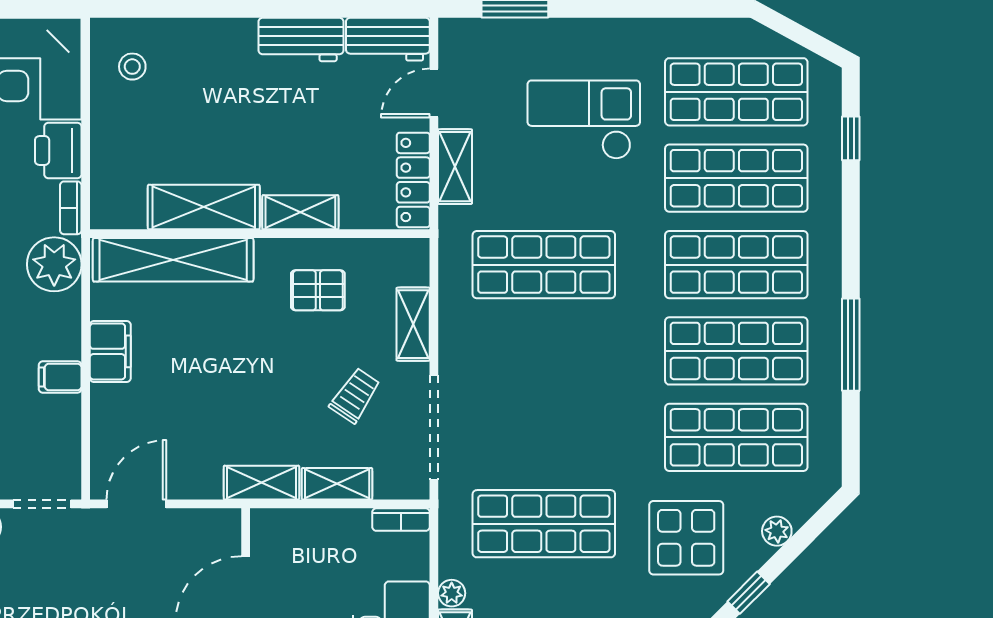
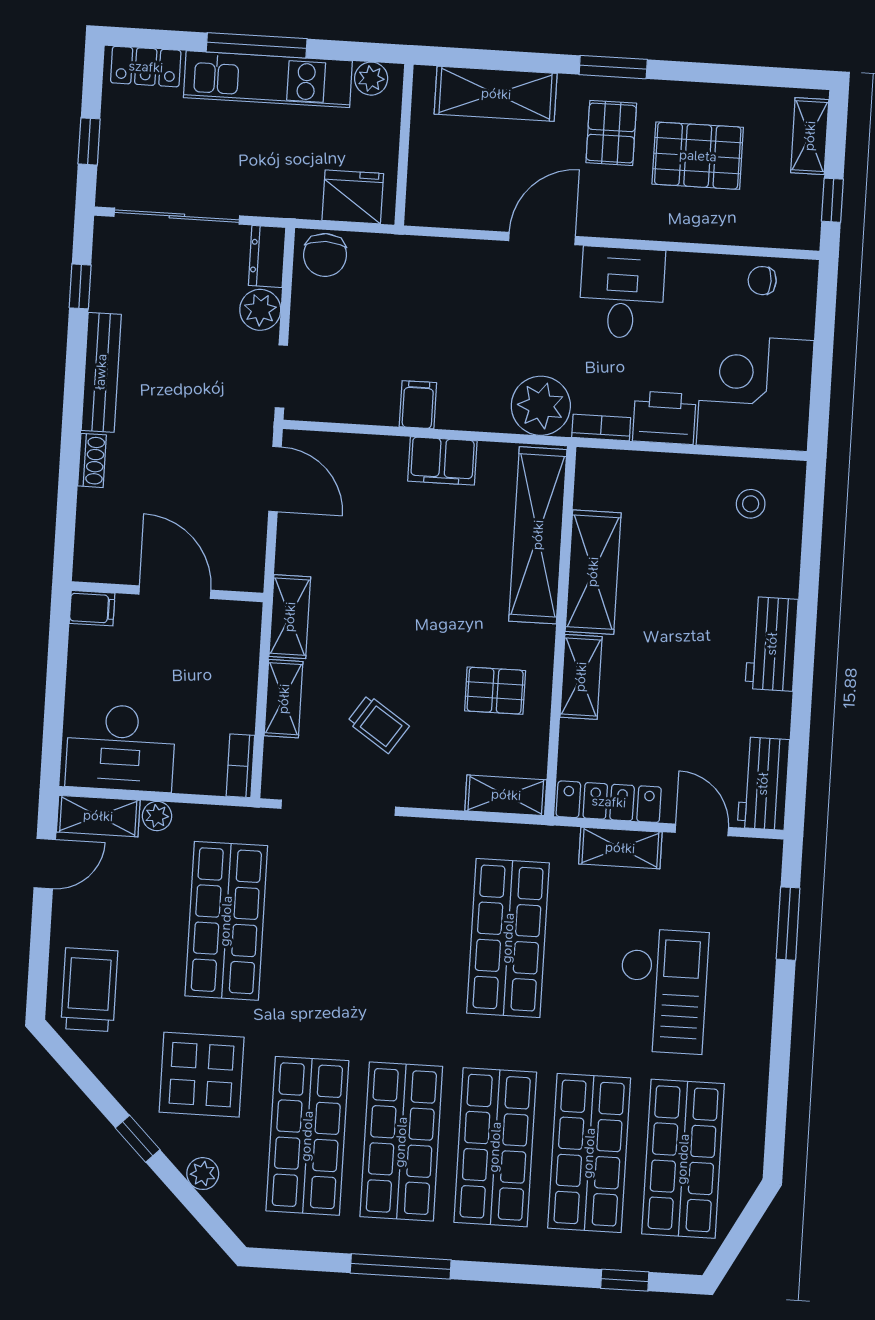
workbench: (301, 39) -> (772, 644), moved
pallet: (318, 290) -> (495, 691), turned 90
shelving: (413, 324) -> (506, 795), moved

